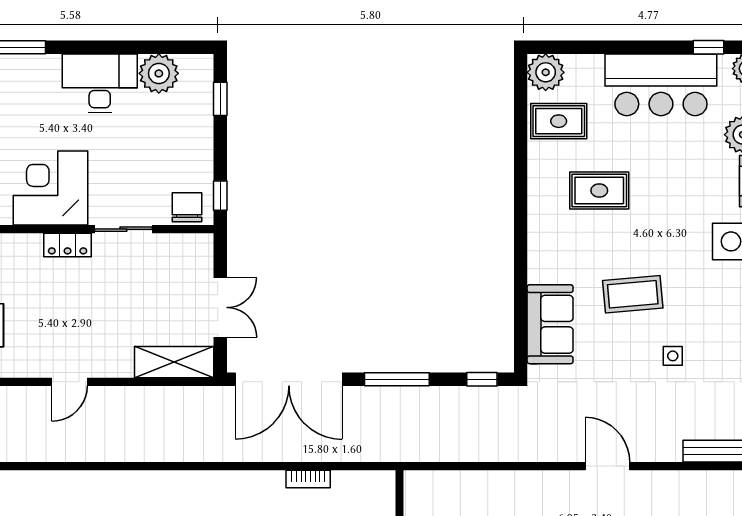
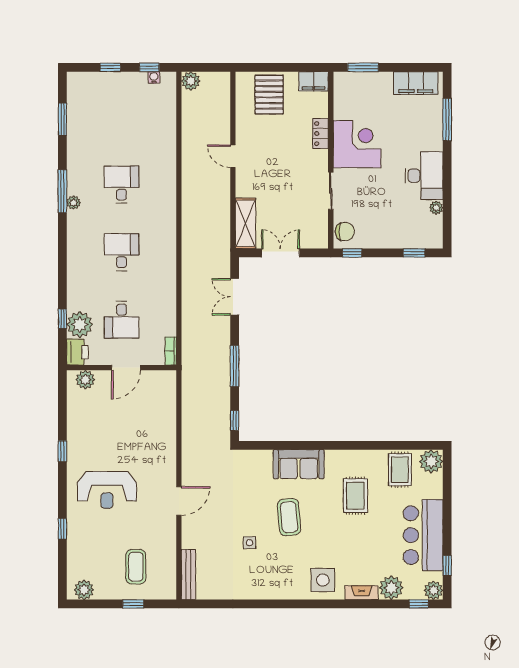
plant: (159, 73) -> (436, 208), width x0.53, depth x0.53
locker: (68, 245) -> (321, 134), moved
double door: (220, 307) -> (281, 253), swing flipped
sofa: (550, 324) -> (299, 464), moved
double door: (289, 379) -> (235, 297), width x0.54
bookcase: (308, 479) -> (171, 351), moved

